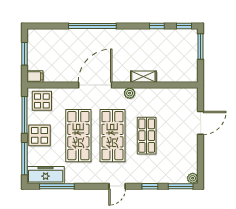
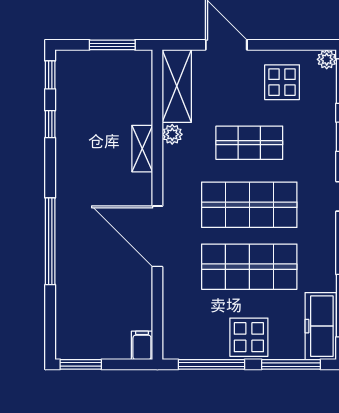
window: (201, 47) -> (112, 45), moved
window: (24, 54) -> (81, 364), moved
plant: (130, 93) -> (172, 134), moved
shelving: (178, 96) -> (177, 86), added
display table: (42, 101) -> (282, 82), moved

